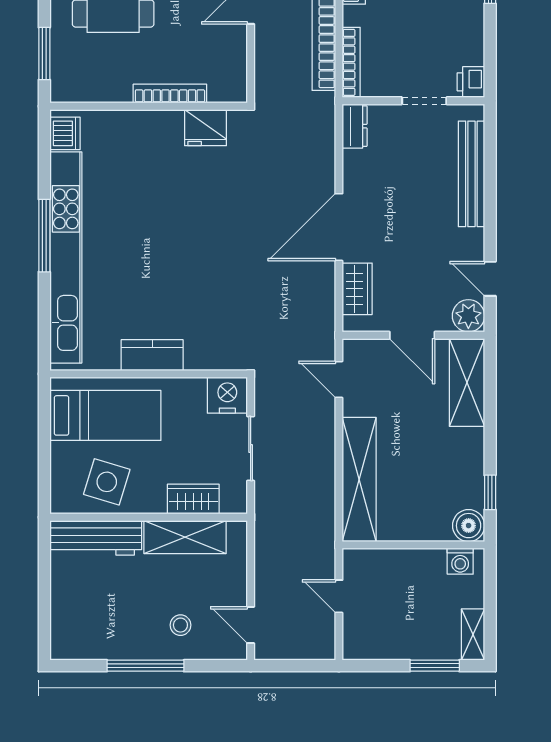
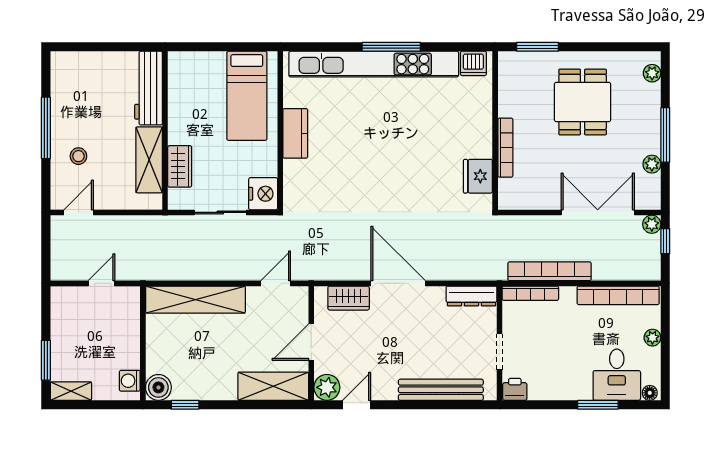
dresser: (355, 126) -> (471, 296), width x1.44
side table: (107, 482) -> (194, 97), removed

